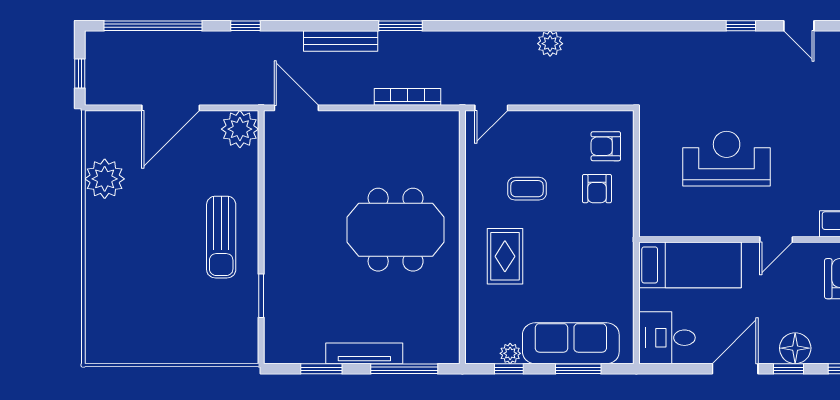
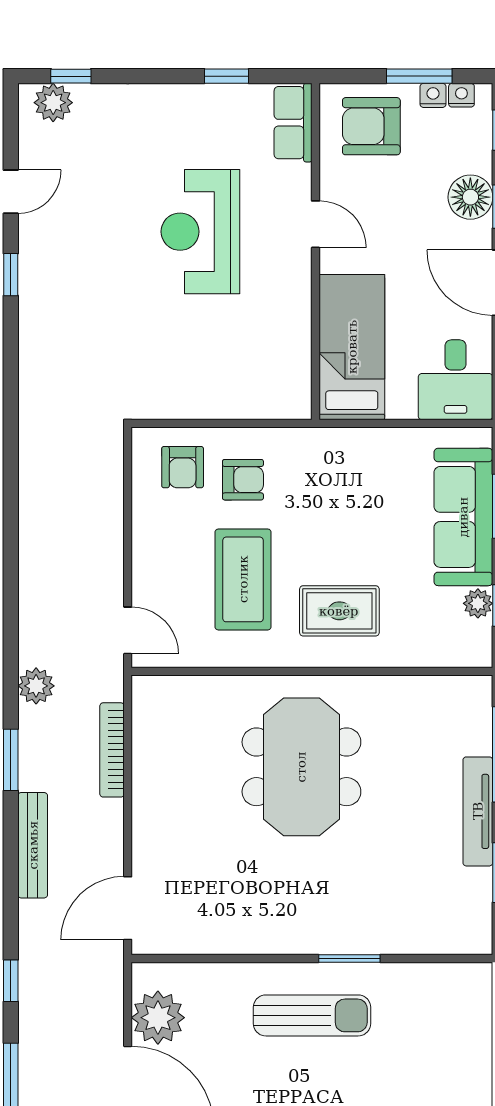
plant: (550, 44) -> (36, 686), moved
plant: (240, 129) -> (158, 1018), moved
reception desk: (727, 159) -> (200, 232), moved
coffee table: (527, 189) -> (243, 579), width x1.86, depth x1.72
window: (261, 296) -> (349, 958), moved

